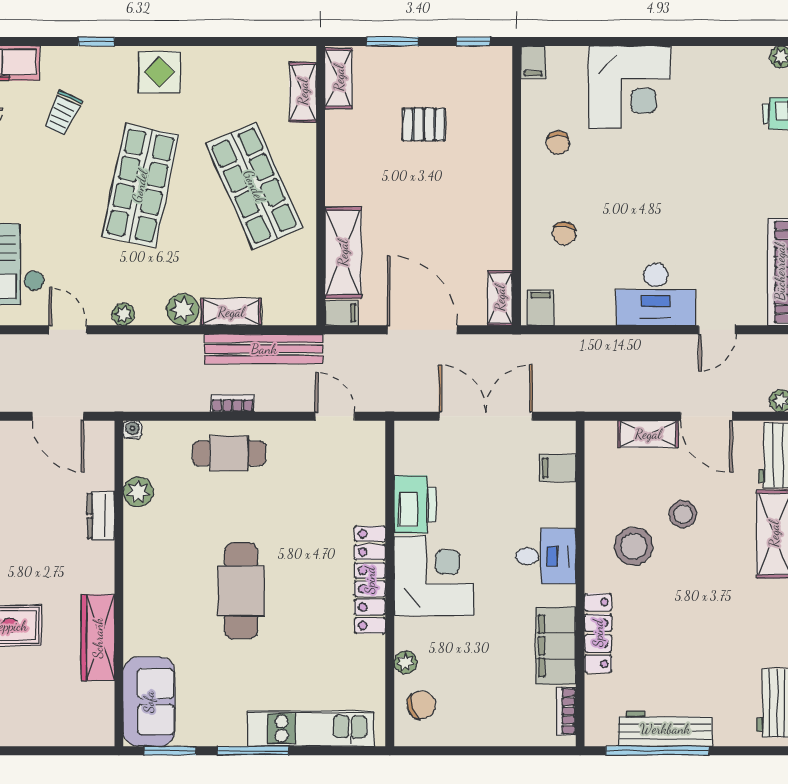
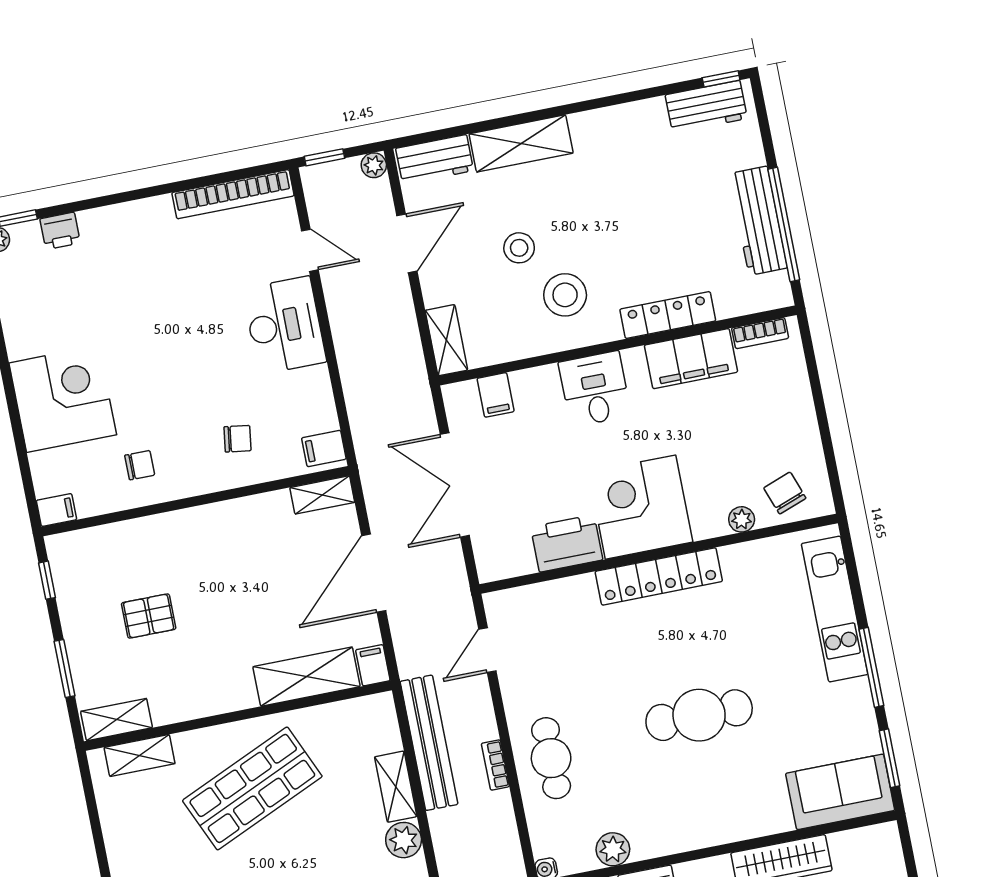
pallet: (424, 124) -> (149, 616), turned 90
shelving: (648, 434) -> (446, 340), moved

